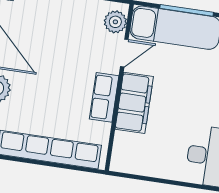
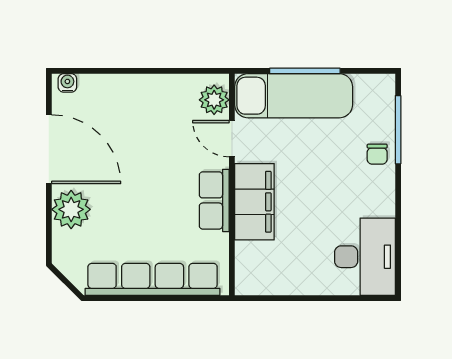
door: (124, 53) -> (232, 139), swing flipped

